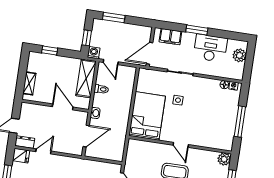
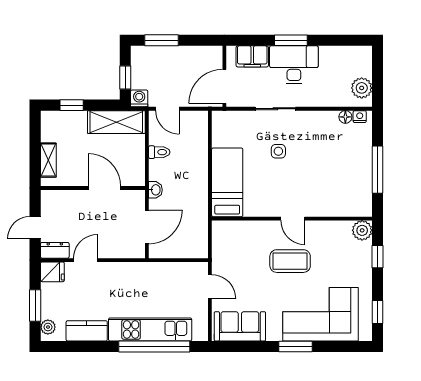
desk: (210, 48) -> (294, 65), moved
plant: (239, 55) -> (362, 88), moved
shelving: (86, 78) -> (116, 122), moved, turned 90
bed: (147, 116) -> (227, 182), width x0.67

